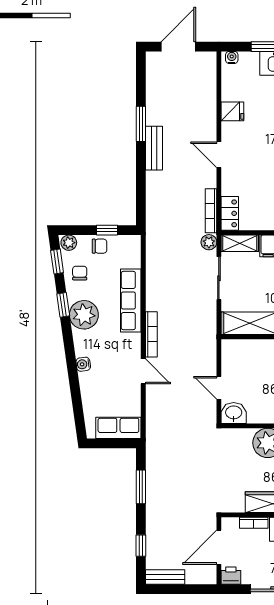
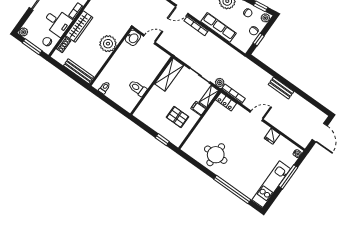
window: (141, 124) -> (296, 90), removed

